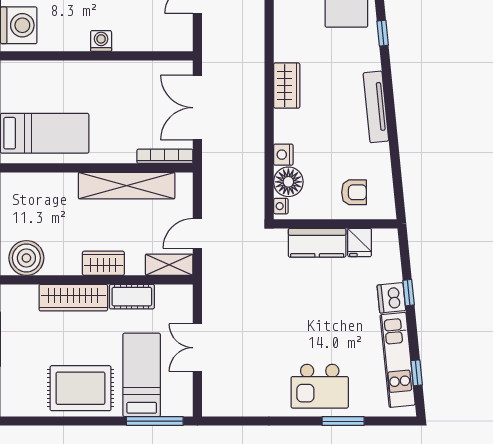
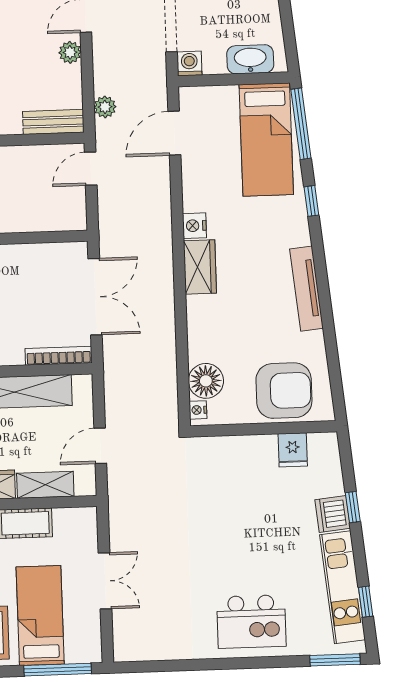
double door: (197, 108) -> (95, 297), swing flipped
nightstand: (283, 155) -> (194, 226), moved
armchair: (354, 192) -> (284, 391), width x1.88, depth x1.88
kitchen counter: (317, 243) -> (242, 452), removed
shelving: (169, 265) -> (45, 485), moved
double door: (197, 348) -> (105, 581), swing flipped
window: (343, 421) -> (335, 660), moved

